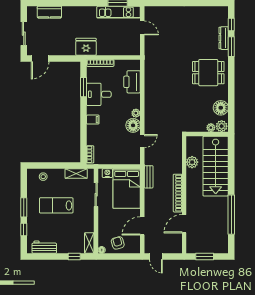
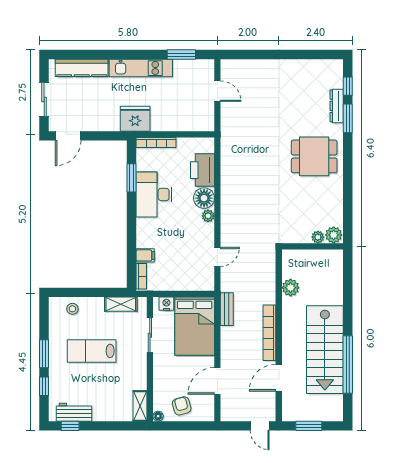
kitchen counter: (49, 12) -> (82, 68), width x1.50
kitchen unit: (119, 12) -> (141, 68), moved
desk: (99, 94) -> (154, 194), width x1.37
floor lamp: (221, 108) -> (332, 208), removed
filing cabinet: (93, 120) -> (145, 255), moved
floor lamp: (133, 125) -> (204, 198), moved
stairs: (216, 166) -> (325, 350), moved
window: (74, 257) -> (70, 426), moved
door: (156, 257) -> (260, 426), moved

